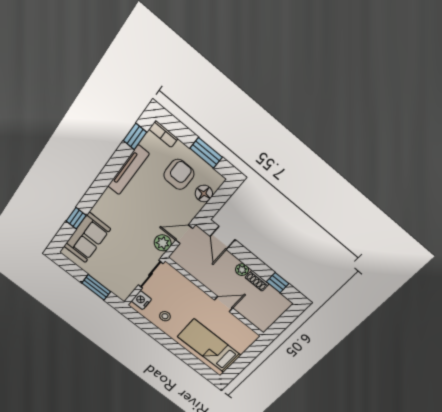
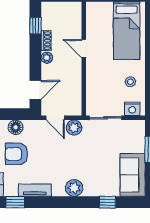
tv unit: (128, 170) -> (35, 190), width x0.71
plant: (109, 200) -> (74, 188), added
sofa: (87, 238) -> (133, 175), moved, turned -90

